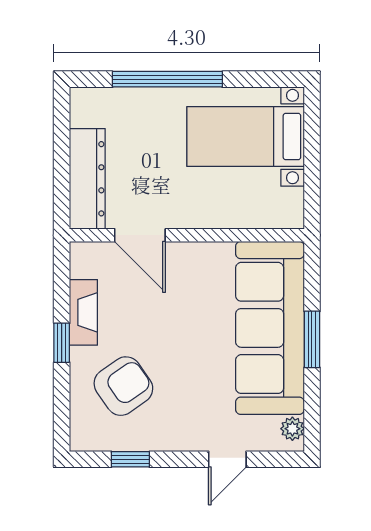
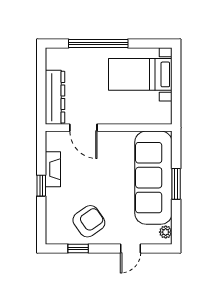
armchair: (123, 386) -> (89, 221), moved

